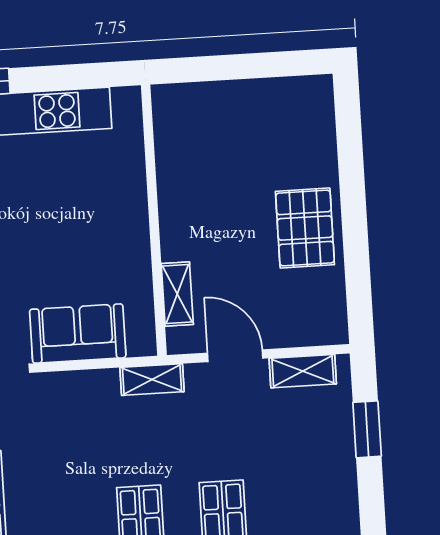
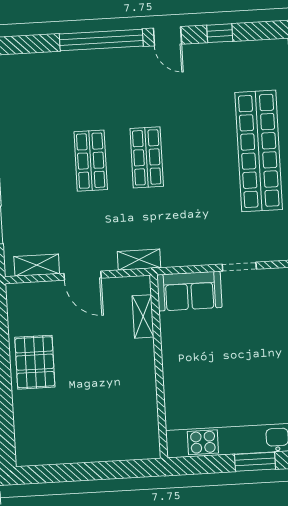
wall: (154, 220) -> (159, 367), moved
shelving: (177, 294) -> (143, 316), moved

